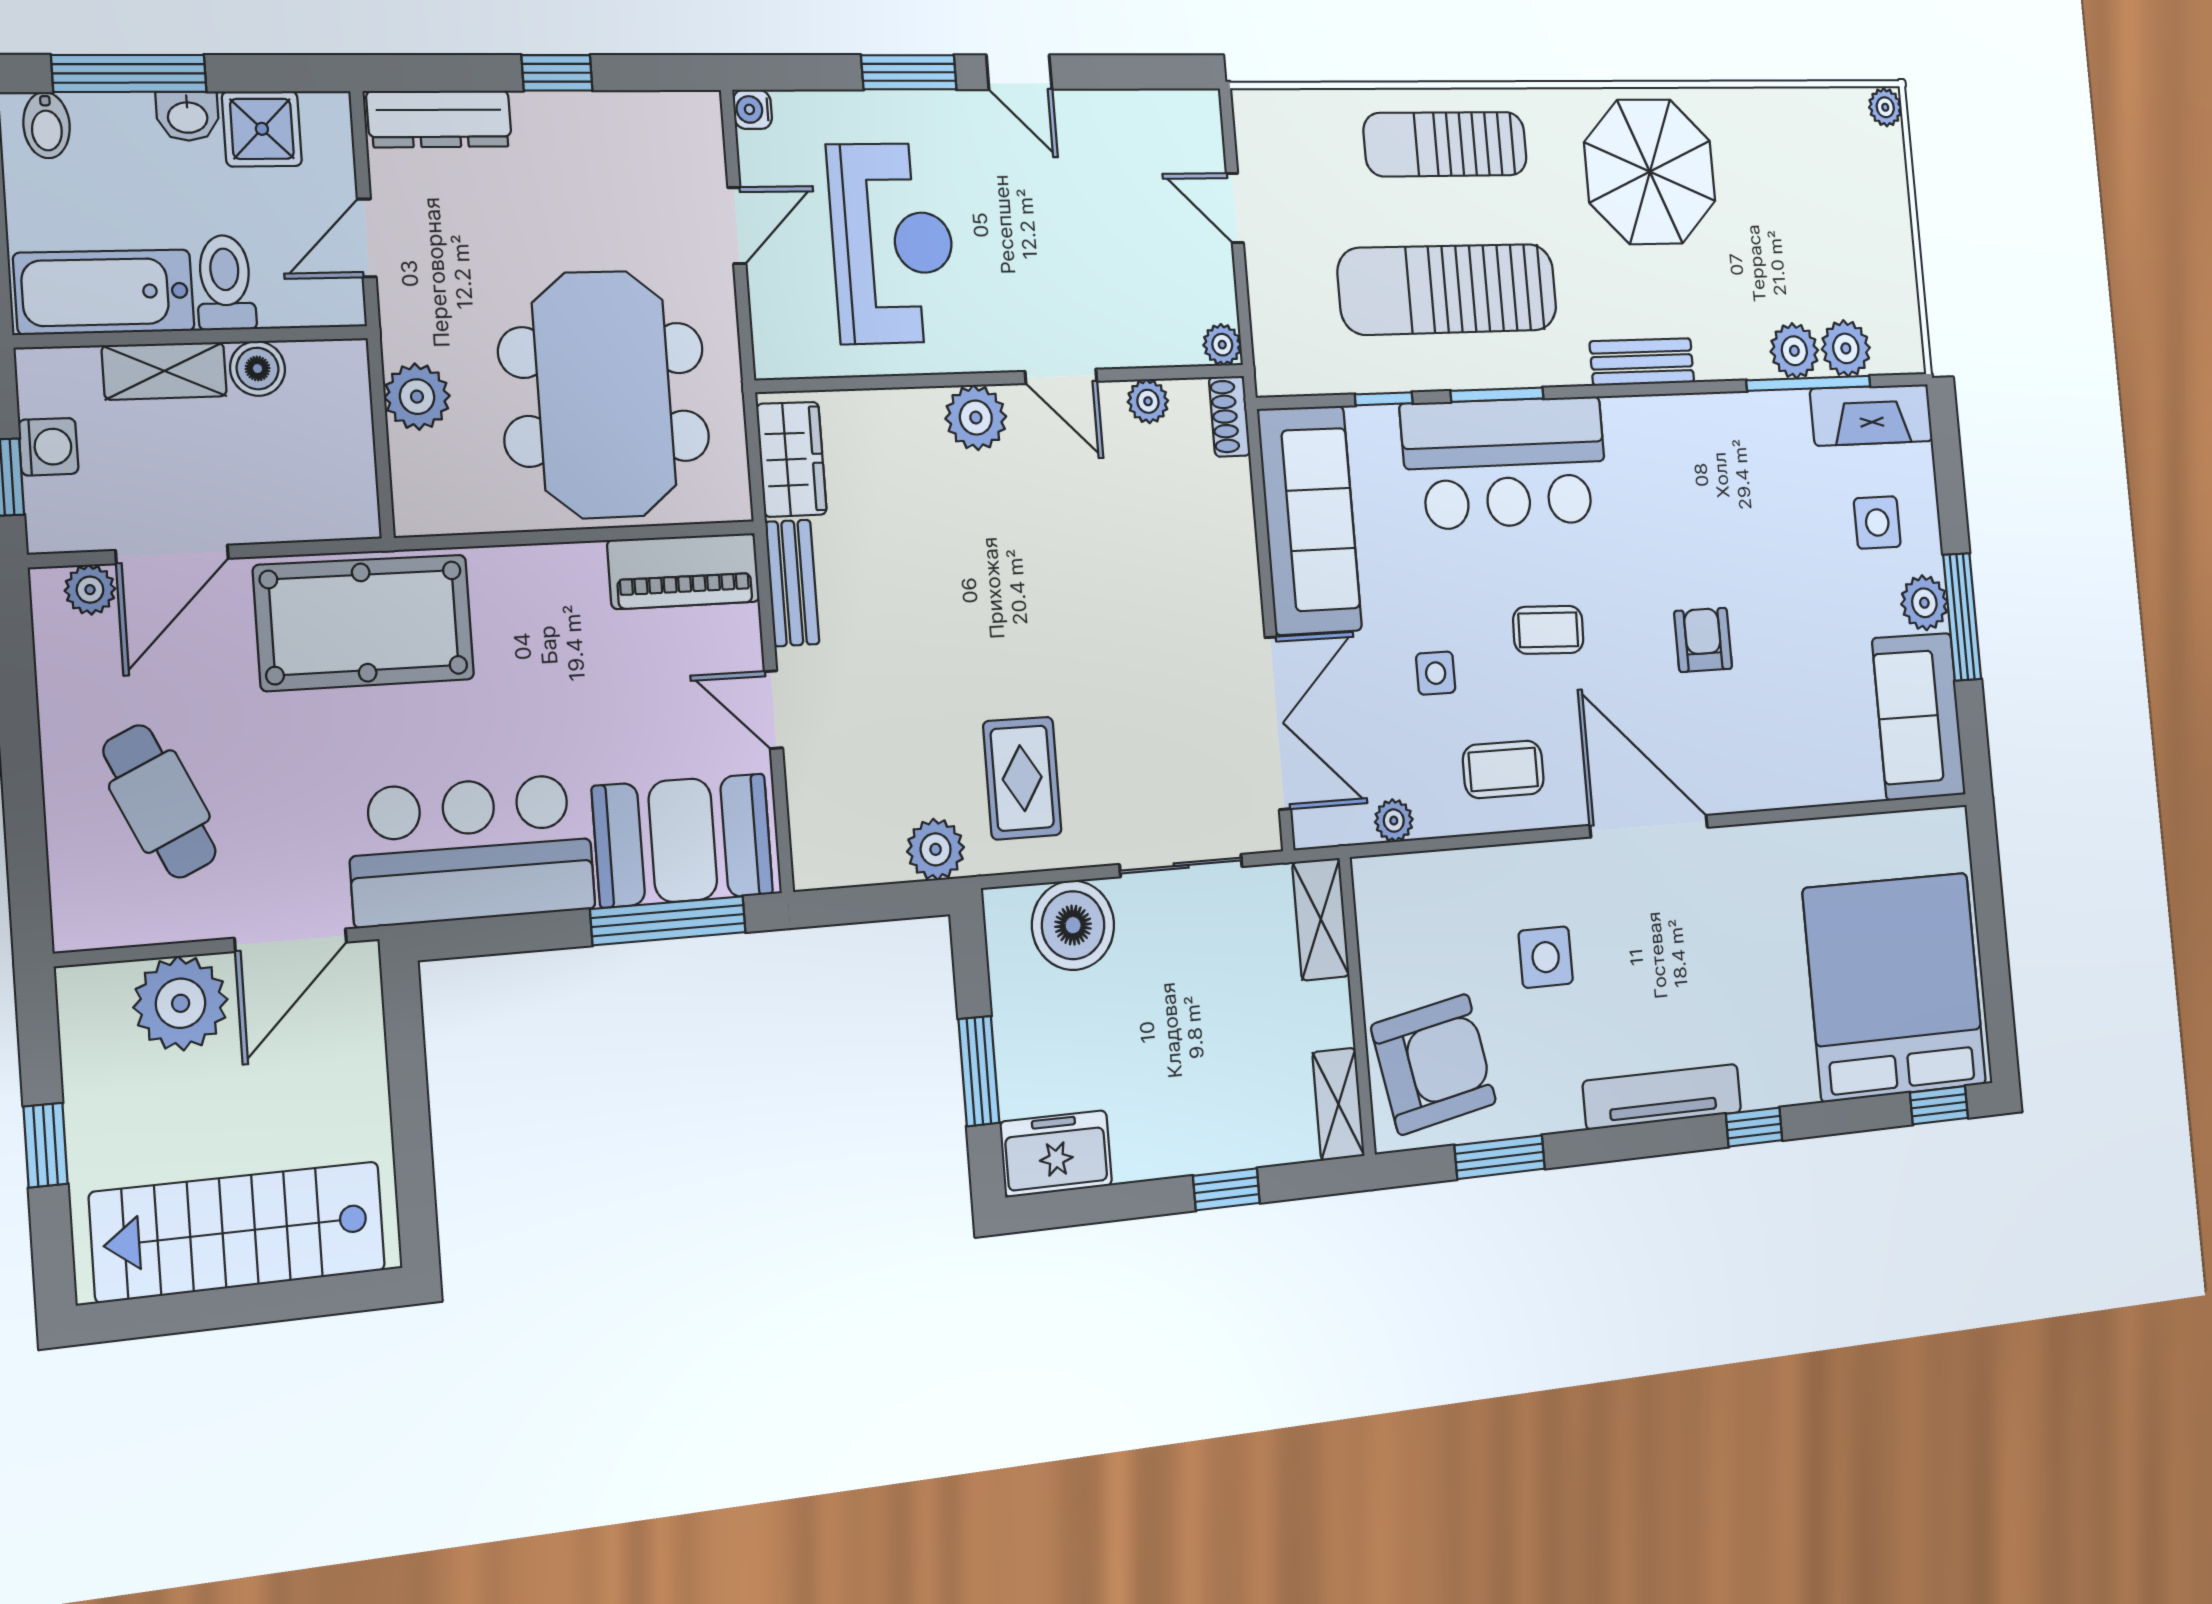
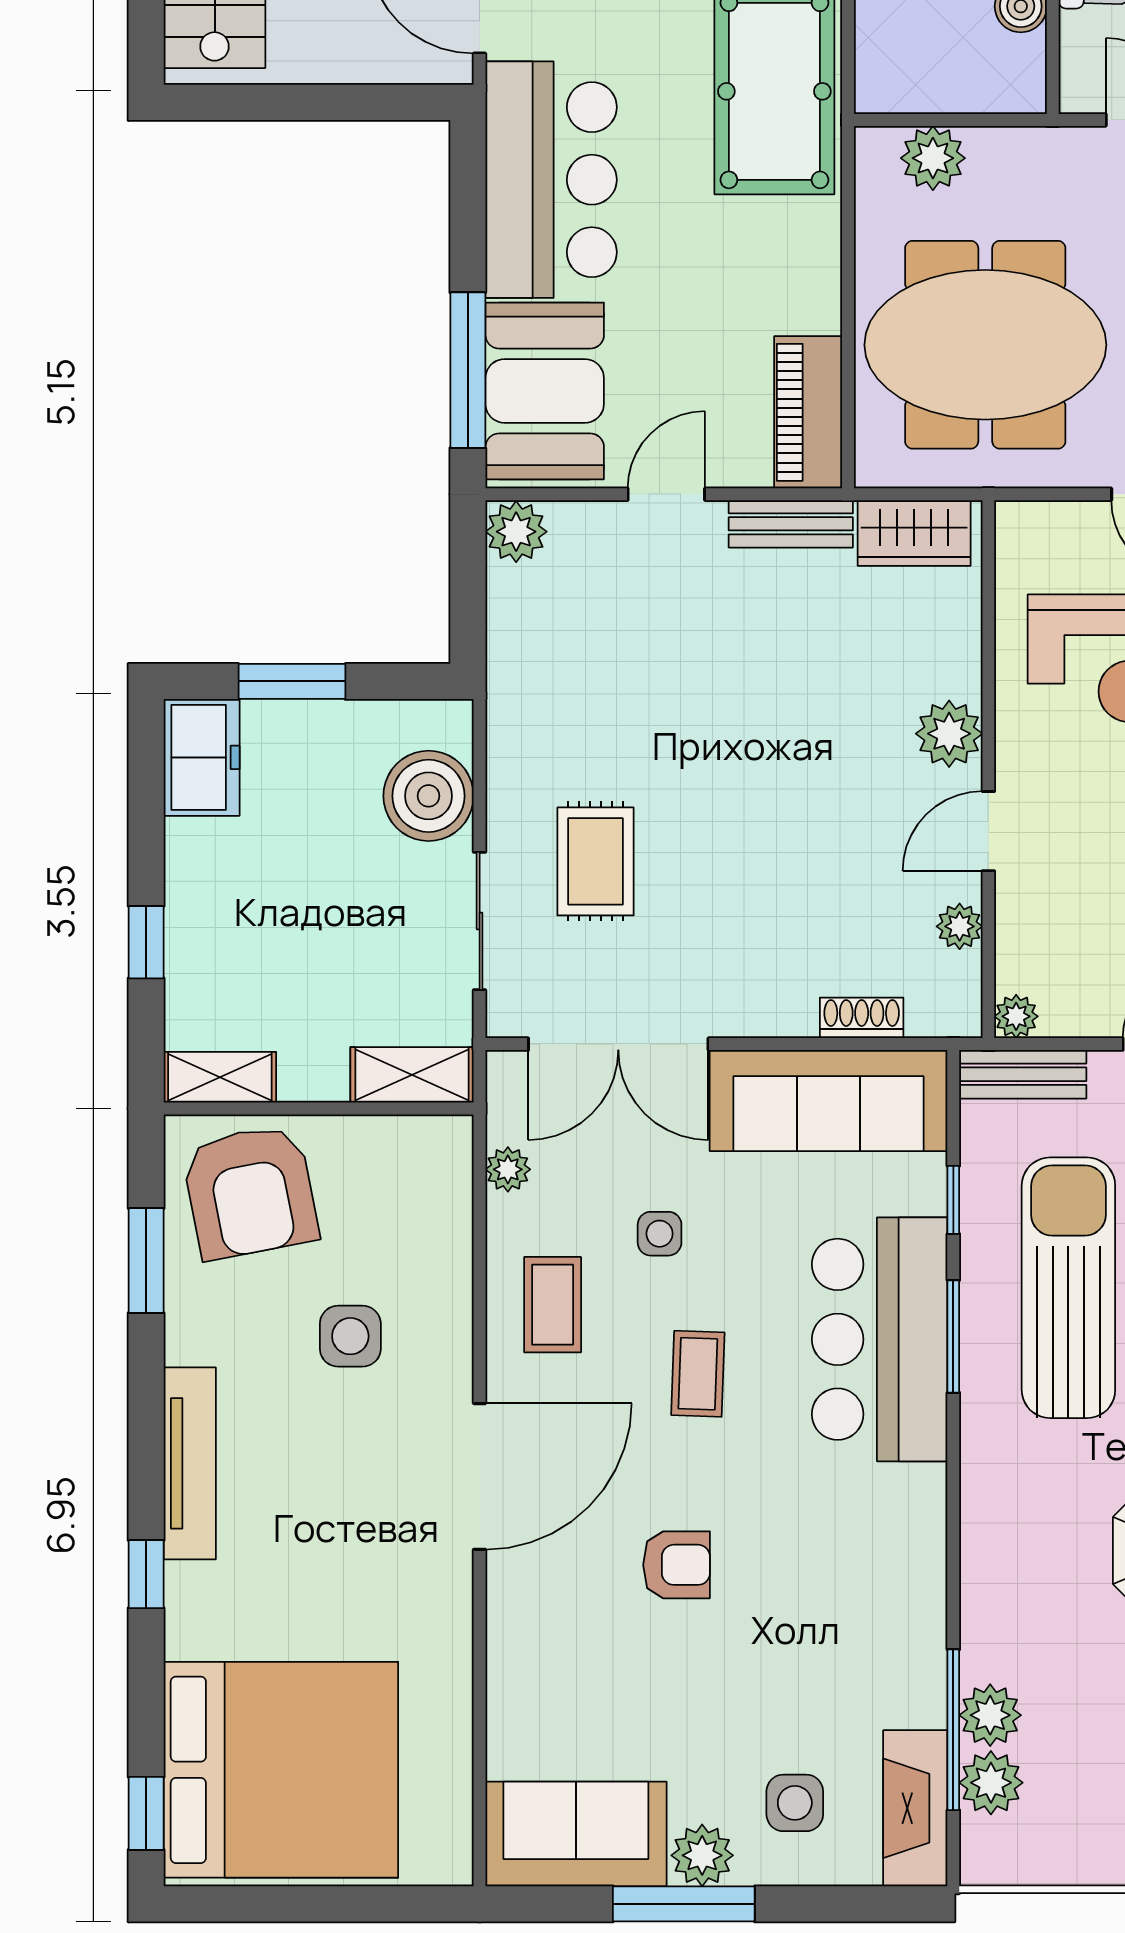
bench: (1642, 362) -> (1023, 1074), moved, turned 90
plant: (417, 397) -> (933, 158), moved
shoe rack: (1230, 416) -> (862, 1018), moved
rug: (1022, 778) -> (596, 861), moved, turned 90
plant: (936, 849) -> (516, 532), moved

